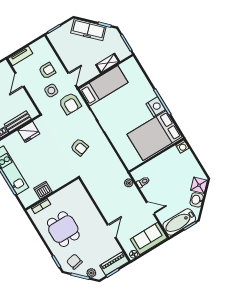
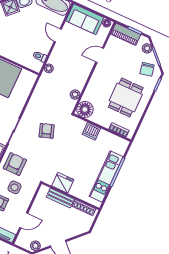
dishwasher: (43, 190) -> (91, 131), moved
floor lamp: (76, 190) -> (85, 109), added
plant: (93, 190) -> (75, 95), added

